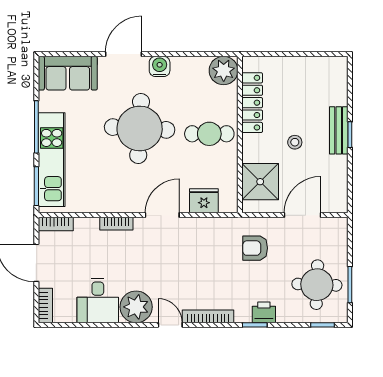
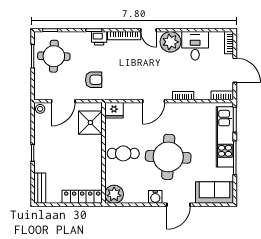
locker: (252, 103) -> (82, 197), moved, turned 90
bench: (339, 130) -> (40, 188), moved
stool: (295, 142) -> (40, 109), moved
fridge: (204, 201) -> (114, 110), moved
printer: (264, 312) -> (99, 38), moved

